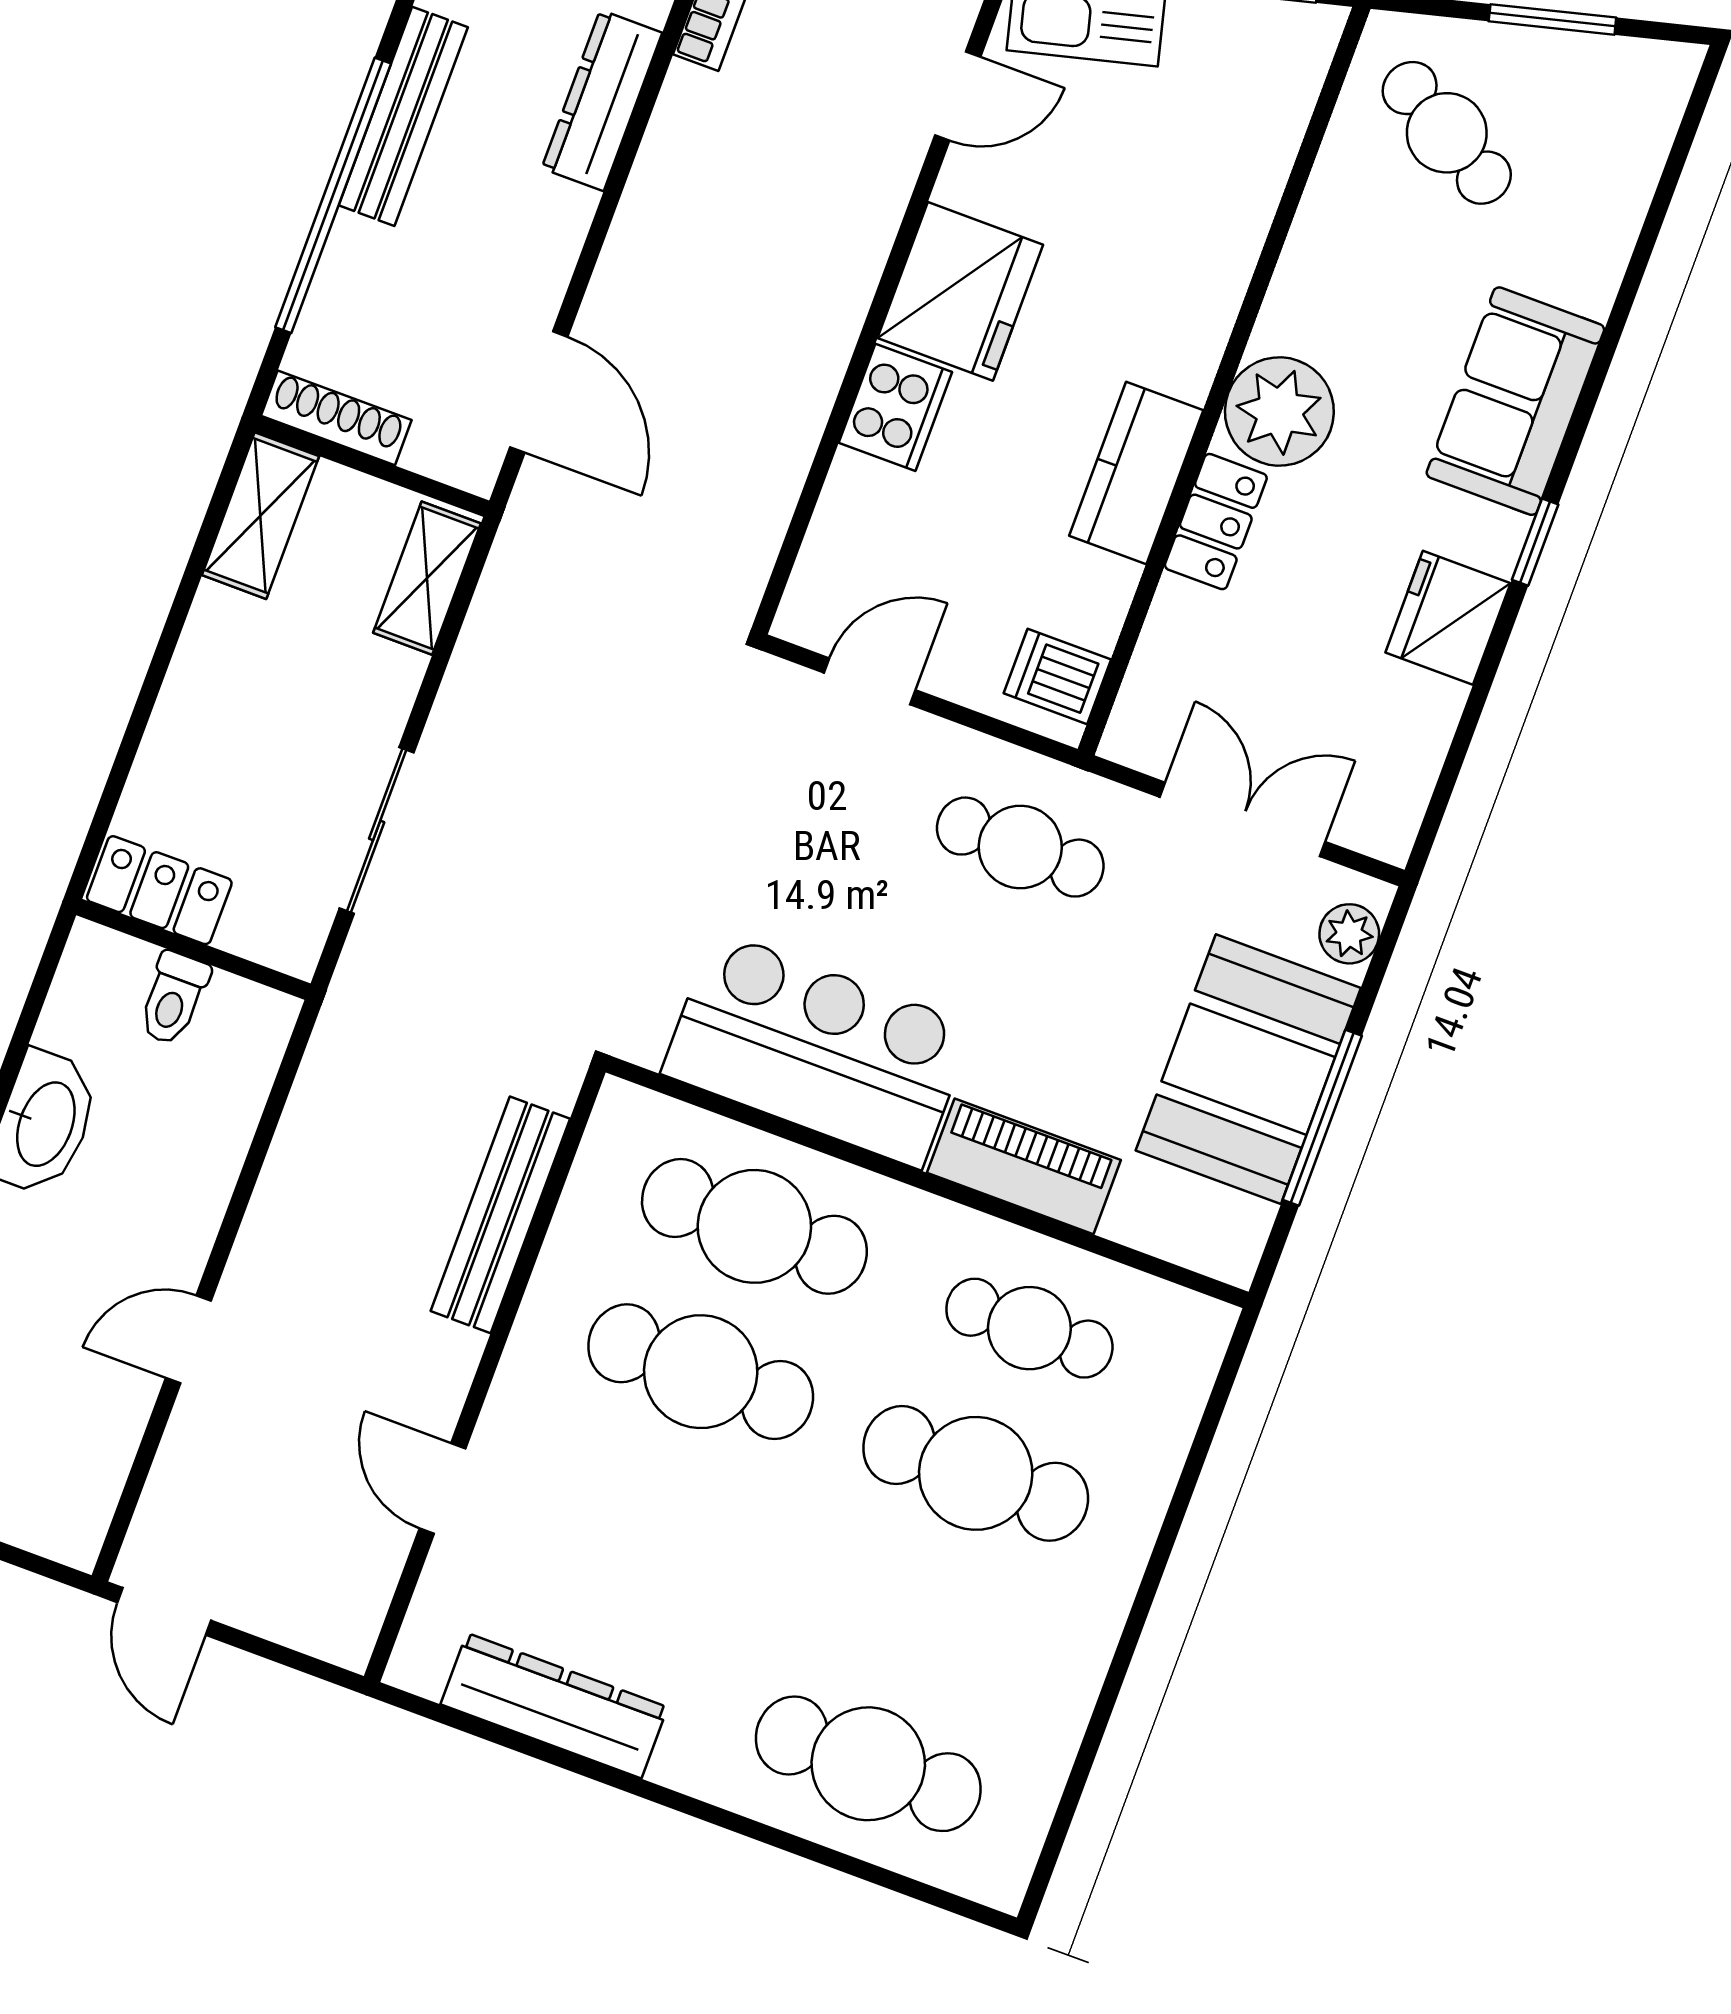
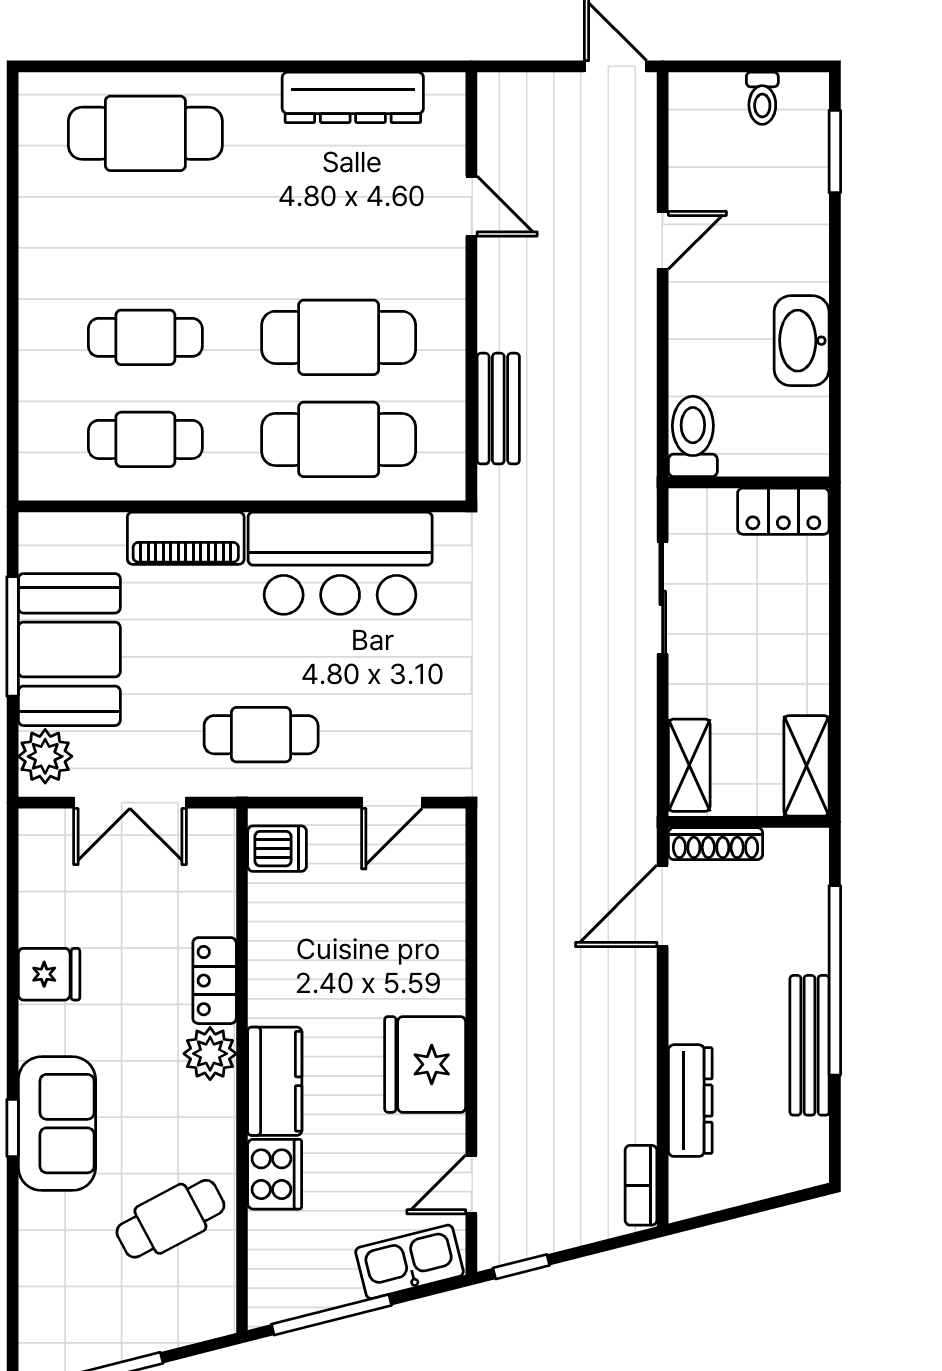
cafe table: (1447, 133) -> (170, 1219), moved, turned -58
door: (539, 392) -> (663, 906), hinge flipped
cooker: (895, 407) -> (275, 1174), moved, turned 180
plant: (1279, 412) -> (210, 1054), width x0.73, depth x0.73
shoe rack: (336, 418) -> (716, 844), moved
kitchen counter: (1136, 473) -> (275, 1081), moved
window: (1535, 542) -> (13, 1128), moved
fridge: (1448, 618) -> (49, 974), width x0.72
plant: (1349, 934) -> (45, 756), width x1.38, depth x1.38
toilet: (173, 998) -> (693, 436), moved, width x1.37, depth x1.39
bench: (500, 1215) -> (498, 409), width x0.73
cafe table: (976, 1473) -> (145, 337), width x0.73, depth x0.74

